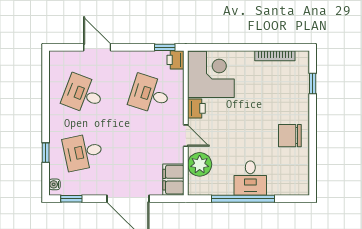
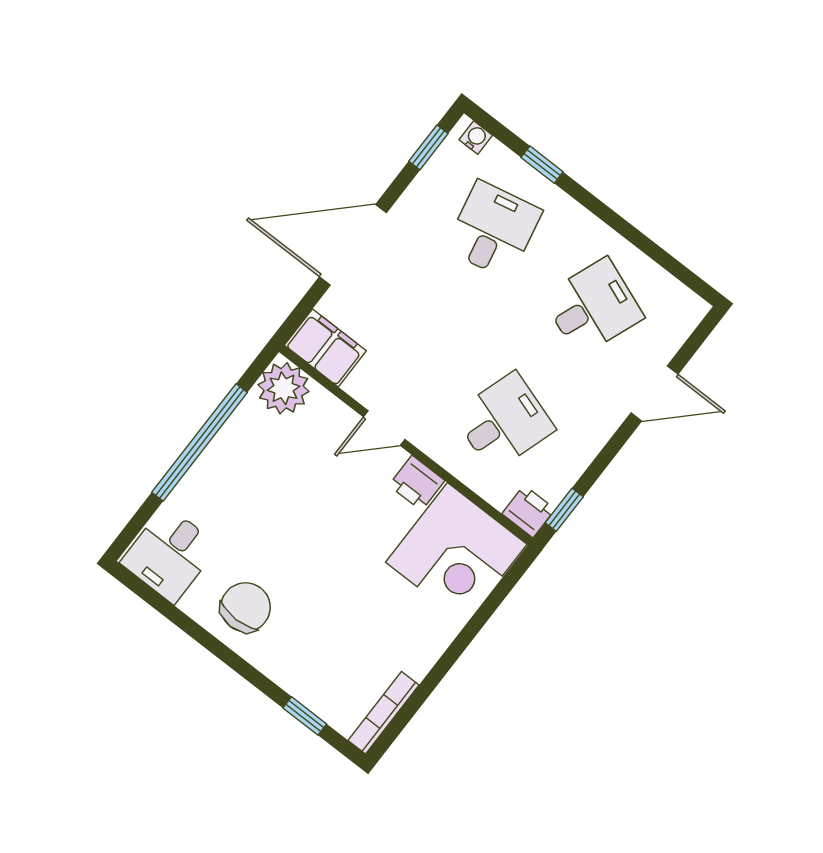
bookcase: (275, 56) -> (384, 713), moved
plant: (200, 164) -> (284, 388), moved
desk: (250, 178) -> (170, 554), moved, turned -90

